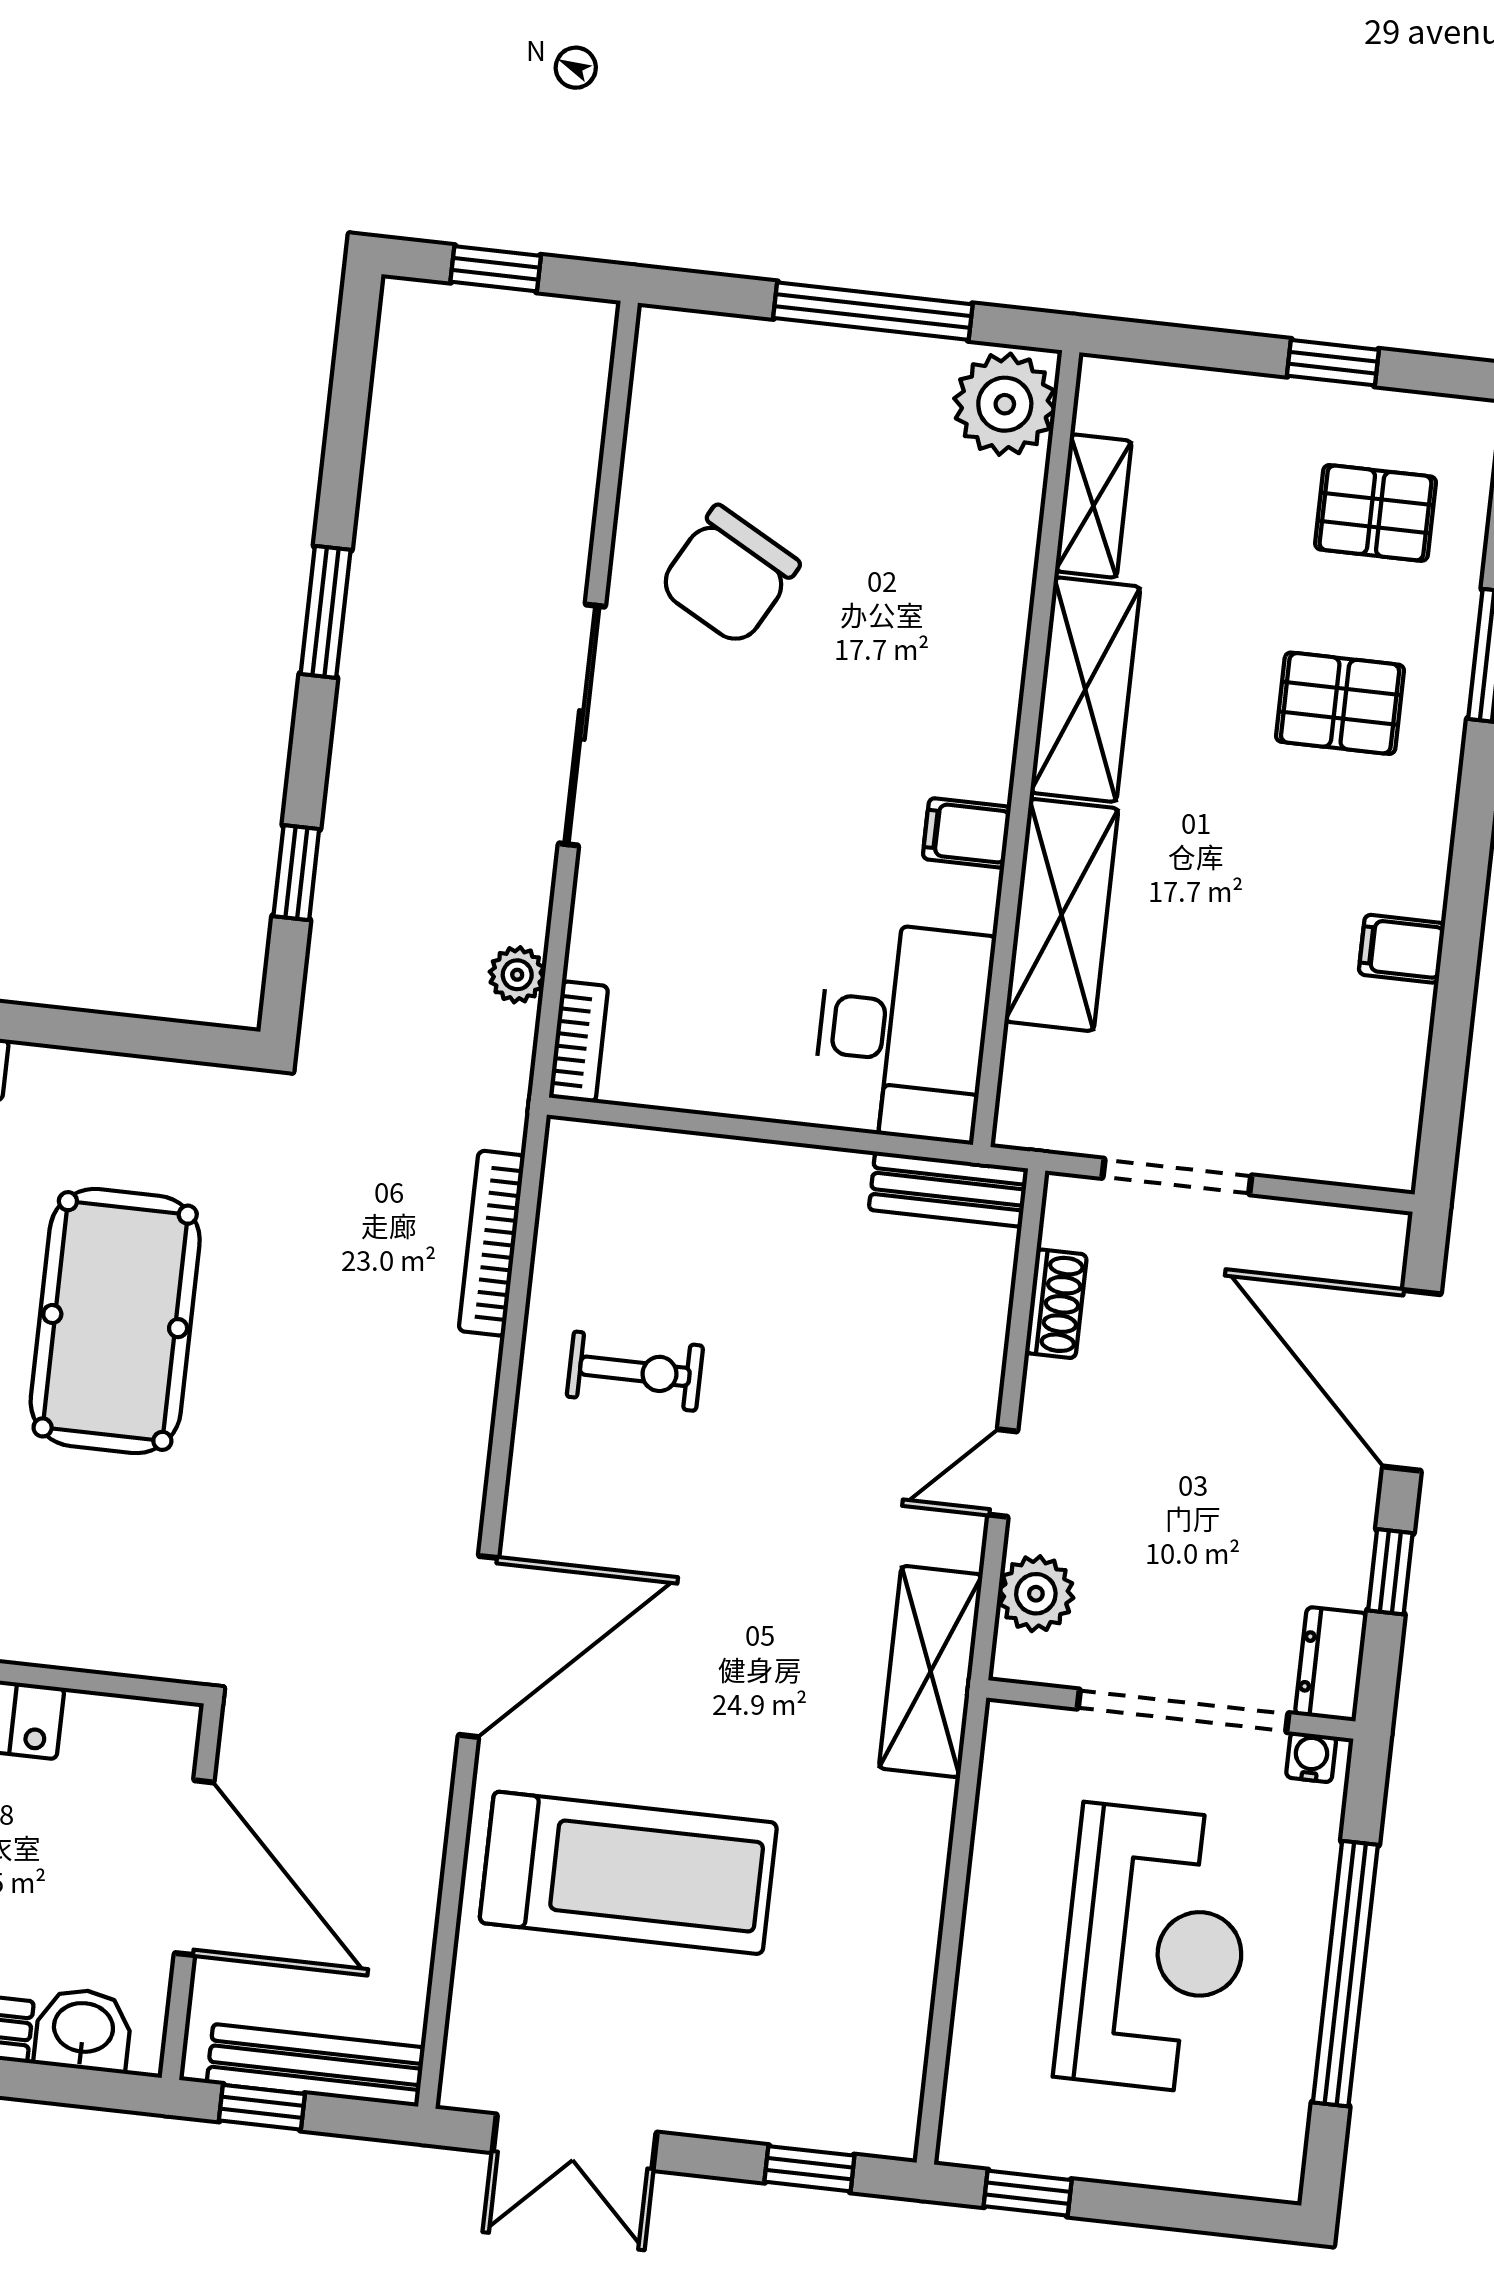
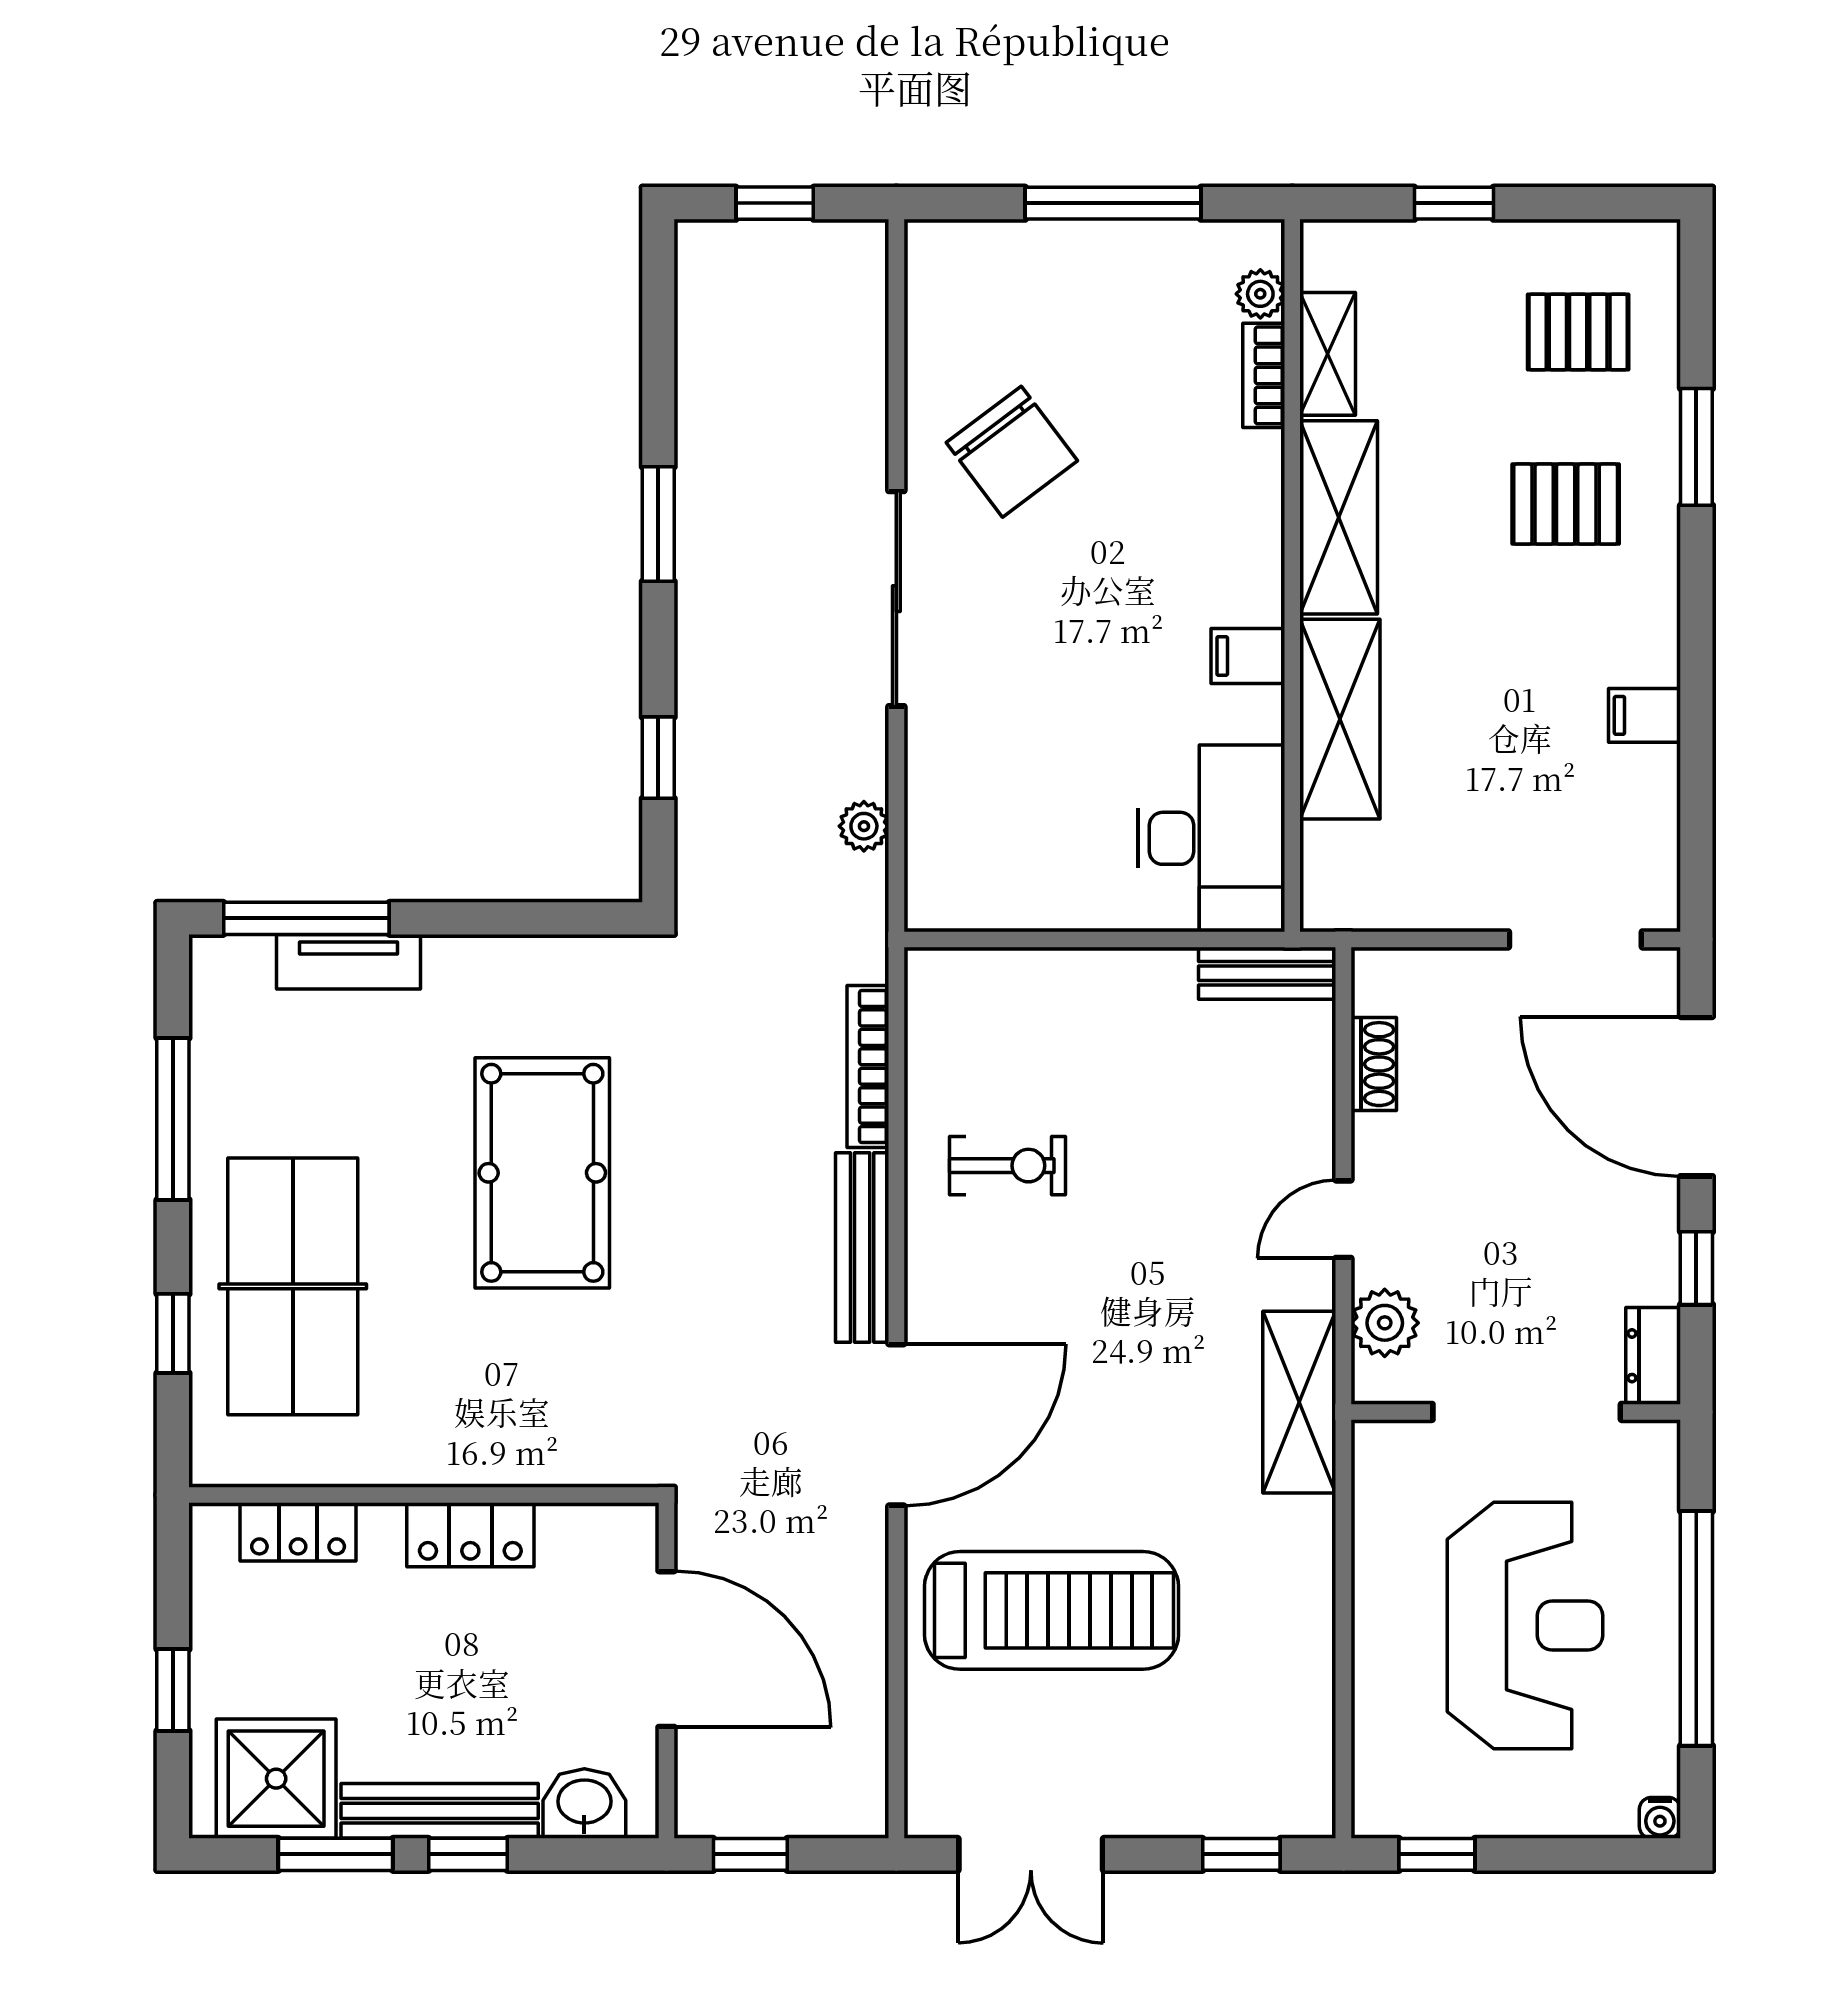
window: (1333, 363) -> (1454, 203), moved
plant: (1005, 404) -> (1260, 294), width x0.53, depth x0.53
chair: (729, 576) -> (1012, 452), turned -66
bookcase: (579, 1042) -> (1264, 375), moved, turned 180
doorway: (1177, 1177) -> (1575, 939), moved
water cooler: (1311, 1757) -> (1660, 1818), moved, turned 180
bench: (316, 2065) -> (862, 1248), moved, turned 90

